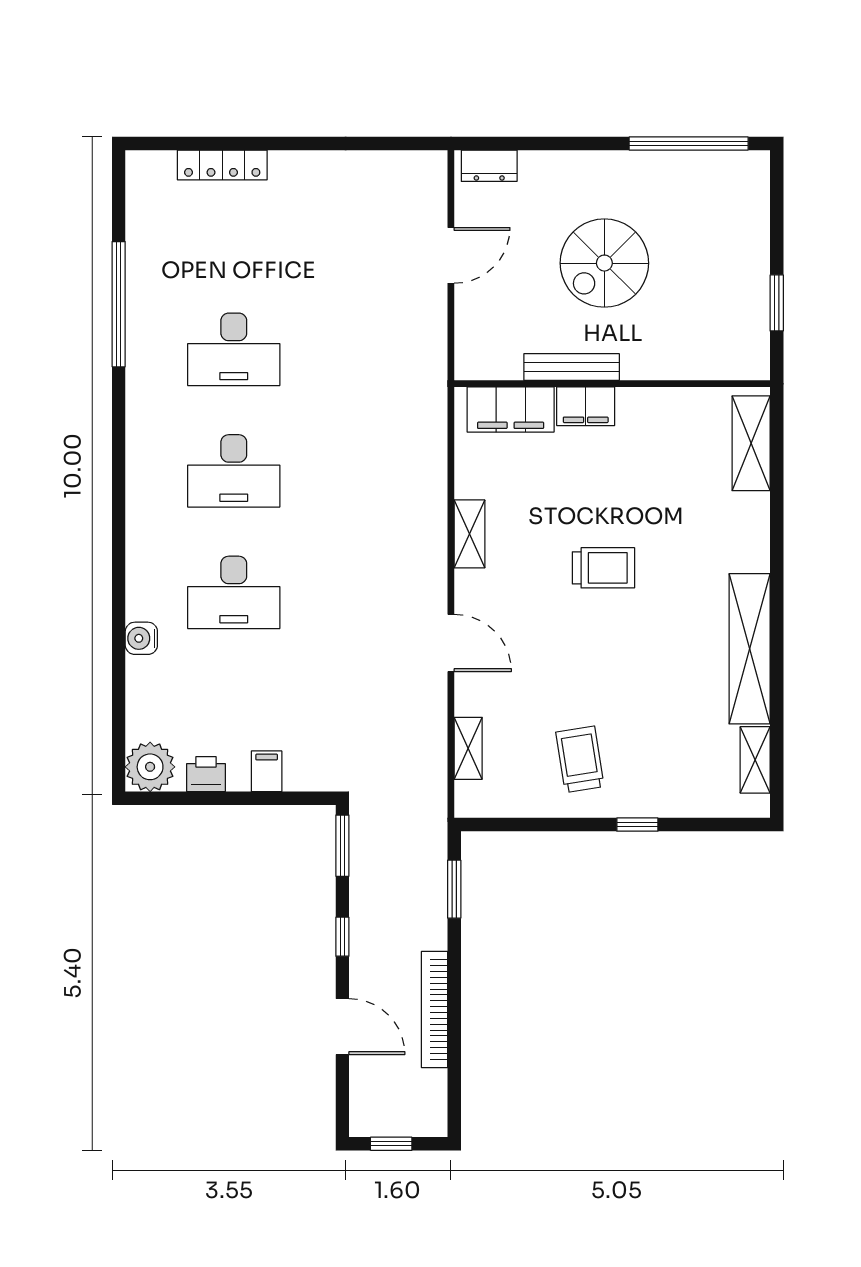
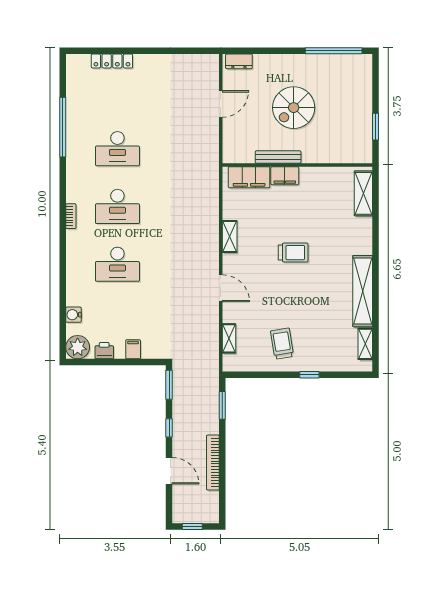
bookcase: (136, 491) -> (71, 216), added
water cooler: (141, 638) -> (73, 315), moved

